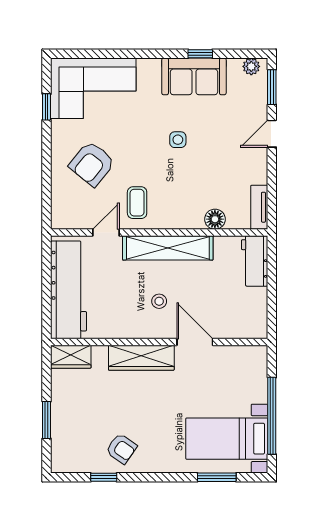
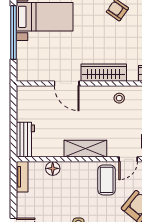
coffee table: (137, 203) -> (107, 180), width x1.36, depth x1.30
shelving: (168, 248) -> (85, 149), width x0.68
stool: (159, 301) -> (119, 98), moved

